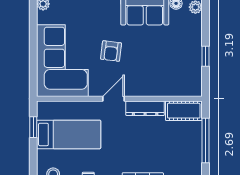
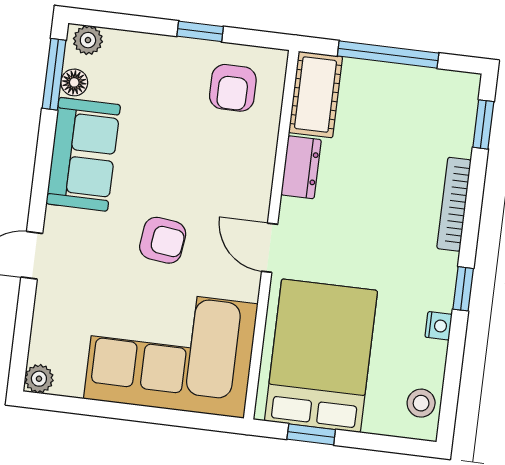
armchair: (182, 74) -> (233, 88), added
dresser: (145, 108) -> (301, 167), width x0.70
bed: (69, 134) -> (321, 356), width x1.50

